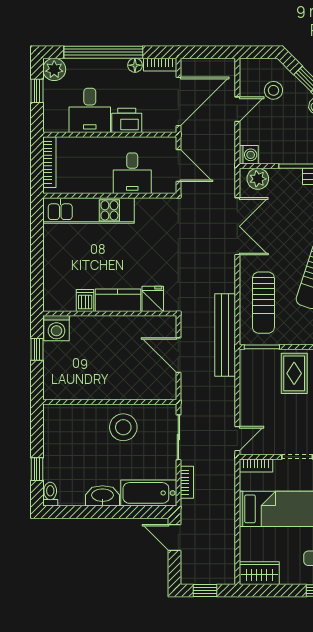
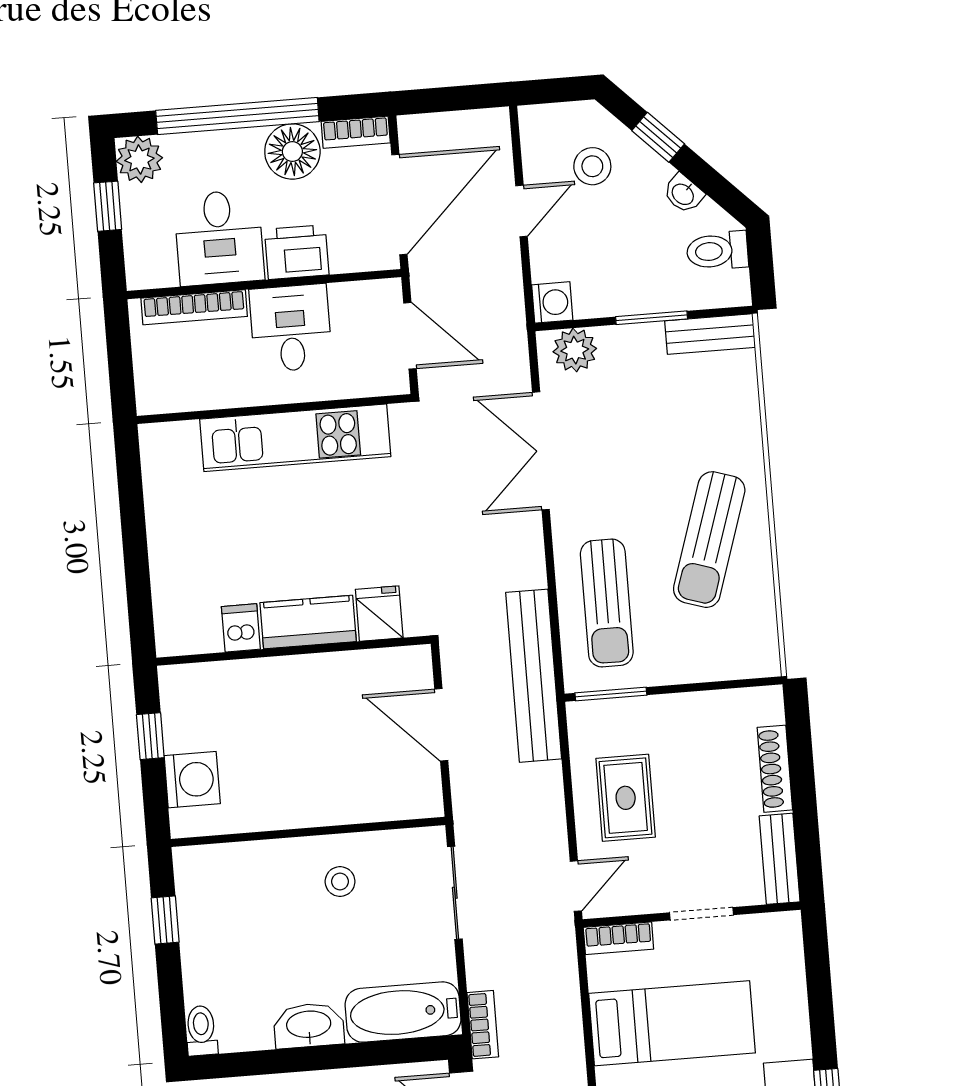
floor lamp: (135, 65) -> (292, 152), width x1.89, depth x1.89
bookcase: (49, 162) -> (194, 307), moved, turned 90
desk: (132, 173) -> (291, 328), moved, turned 180
kitchen unit: (88, 210) -> (295, 438), moved
double door: (237, 226) -> (541, 451), swing flipped
washing machine: (56, 328) -> (192, 780), moved, turned -90
rug: (294, 373) -> (626, 798), moved
stool: (123, 427) -> (340, 882), width x0.53, depth x0.53
window: (37, 469) -> (165, 920), moved
bookcase: (187, 482) -> (483, 1025), moved

